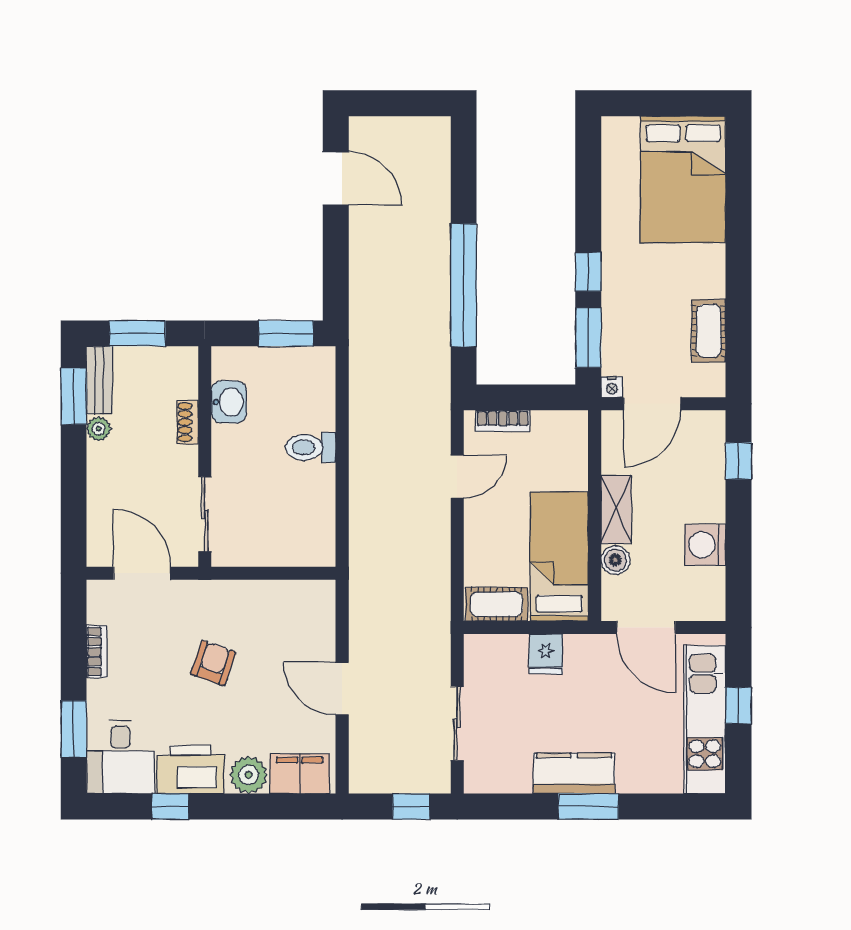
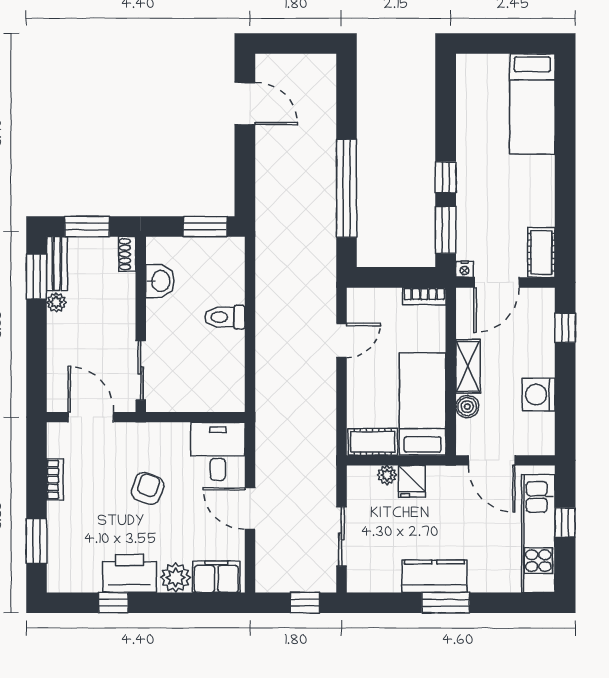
bed: (683, 179) -> (532, 104), width x0.67
cot: (709, 331) -> (541, 252), moved
bookcase: (503, 421) -> (424, 296), moved
shoe rack: (188, 422) -> (127, 254), moved
plant: (514, 646) -> (387, 475), added
desk: (120, 757) -> (218, 451), moved, turned 180

